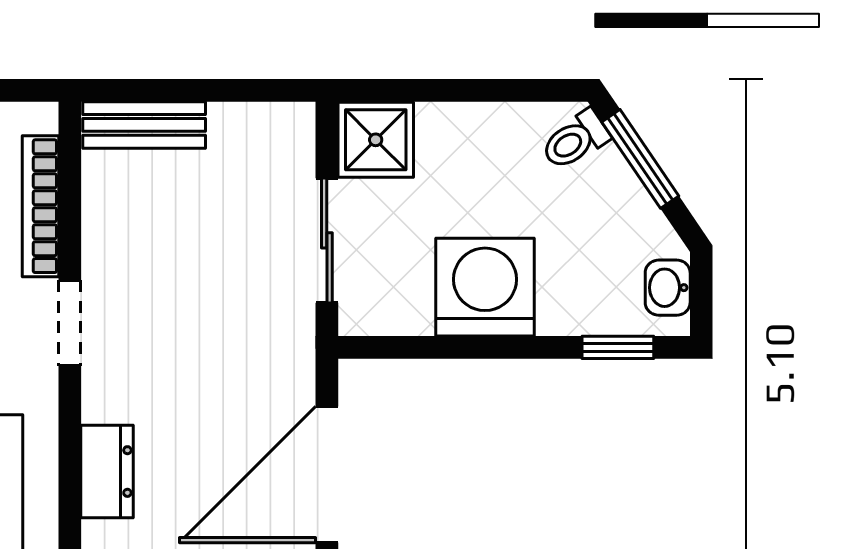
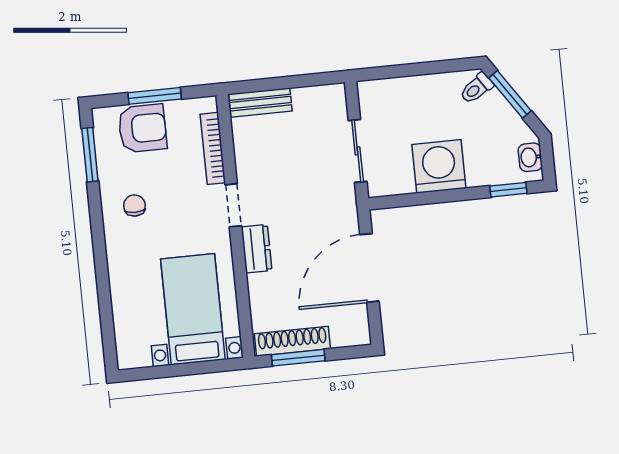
shower: (376, 140) -> (377, 98), removed
dresser: (107, 472) -> (257, 249), moved

